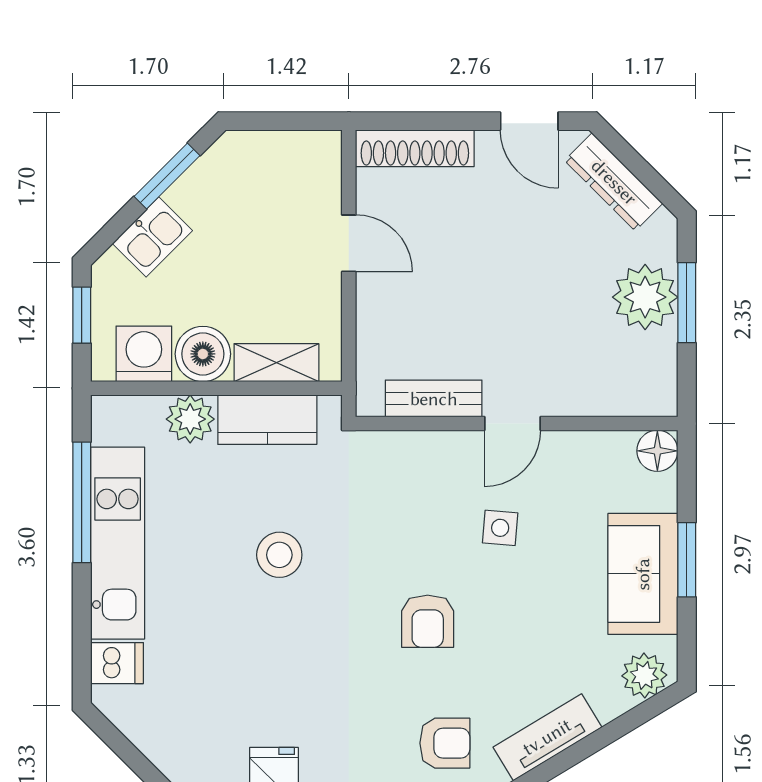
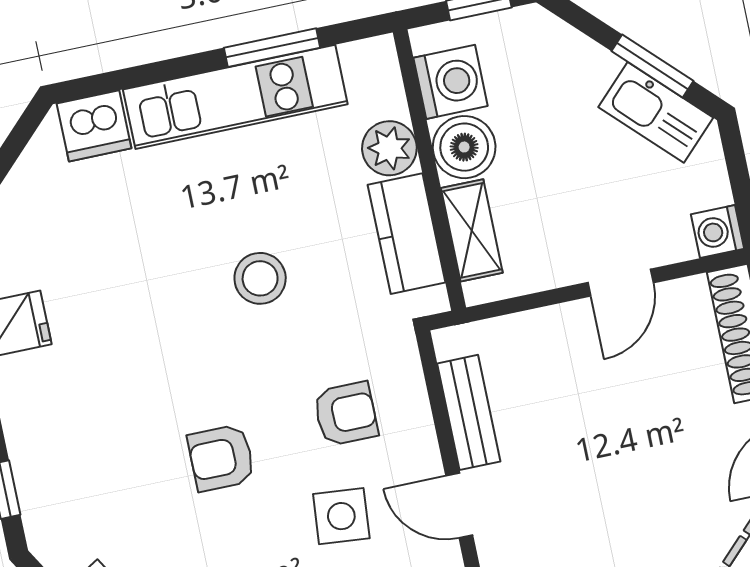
washing machine: (322, 150) -> (718, 232), added
kitchen sink: (152, 237) -> (656, 112), moved, width x1.38
window: (82, 502) -> (272, 48), width x0.69
side table: (500, 528) -> (341, 516), width x1.37, depth x1.37
dishwasher: (117, 663) -> (94, 126), width x1.38
armchair: (445, 743) -> (346, 414), moved, turned -90

